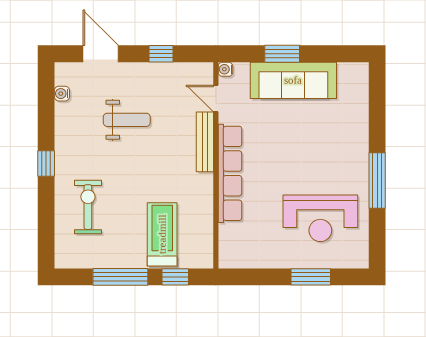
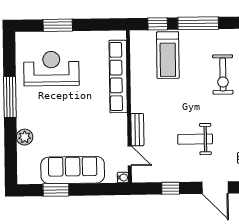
window: (282, 54) -> (56, 190), moved
plant: (358, 126) -> (25, 137), added
bench: (205, 142) -> (137, 130), width x0.73
row of seats: (230, 173) -> (118, 76), moved

